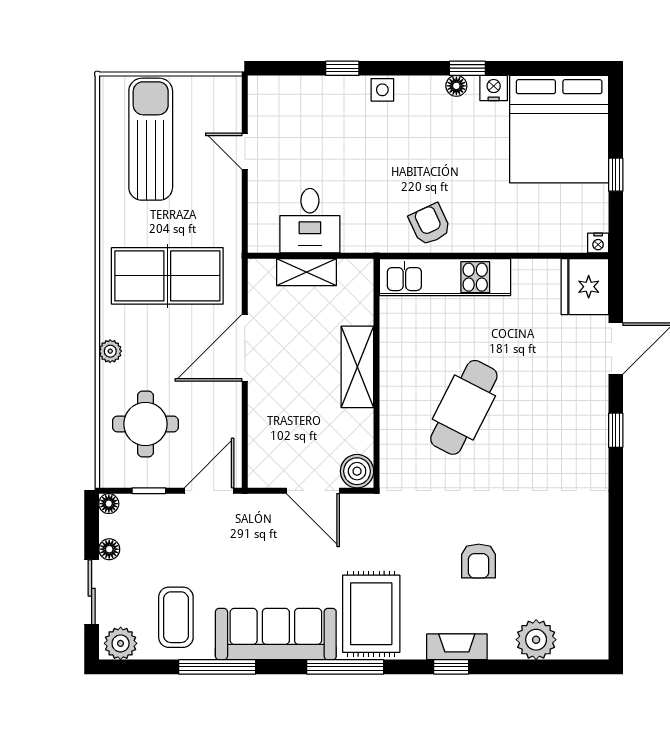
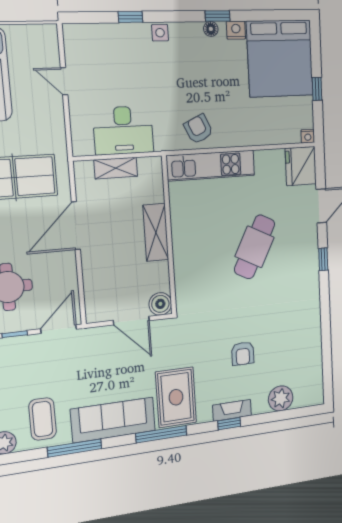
desk: (310, 221) -> (123, 130), width x1.37
cafe table: (464, 407) -> (255, 247), moved

